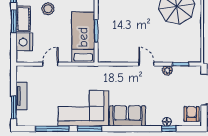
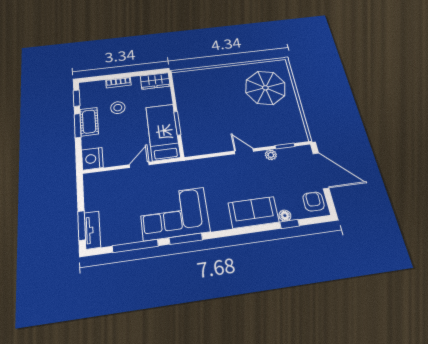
nightstand: (24, 42) -> (92, 159), moved
door: (50, 64) -> (139, 165), moved
tv unit: (22, 96) -> (92, 230), moved
sofa: (127, 116) -> (253, 212), moved

